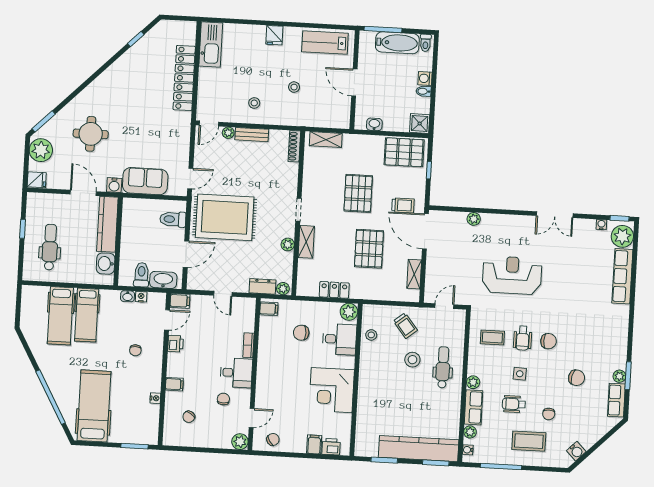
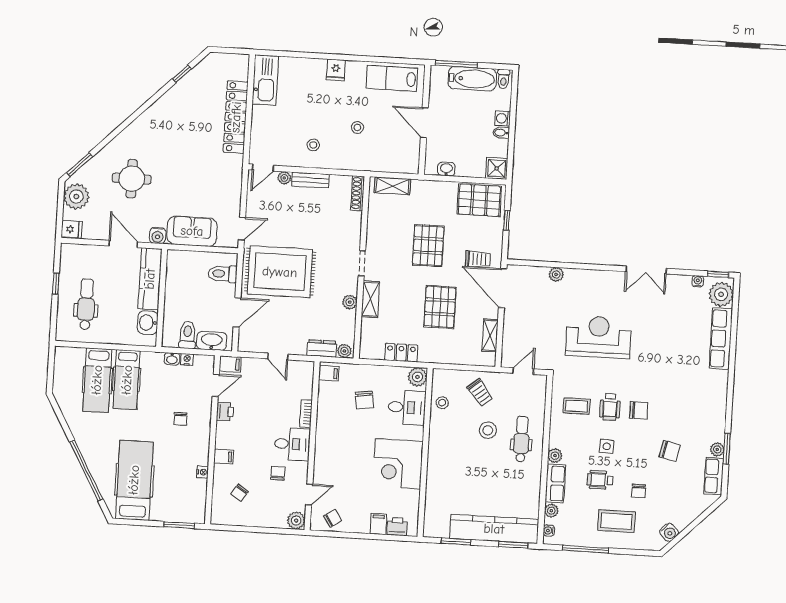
chair: (301, 333) -> (364, 400), turned -98

